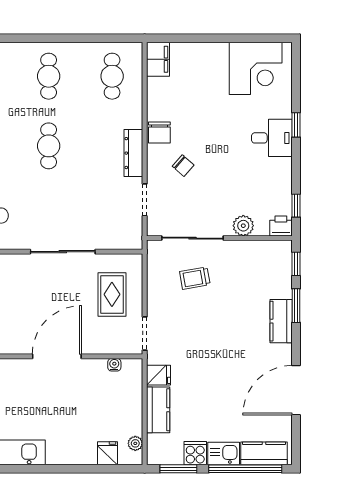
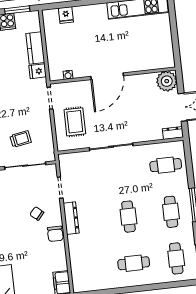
cafe table: (49, 76) -> (134, 263), turned 90
cafe table: (112, 76) -> (91, 268), removed
chair: (159, 132) -> (55, 234), turned 180
plant: (135, 443) -> (48, 24), removed

